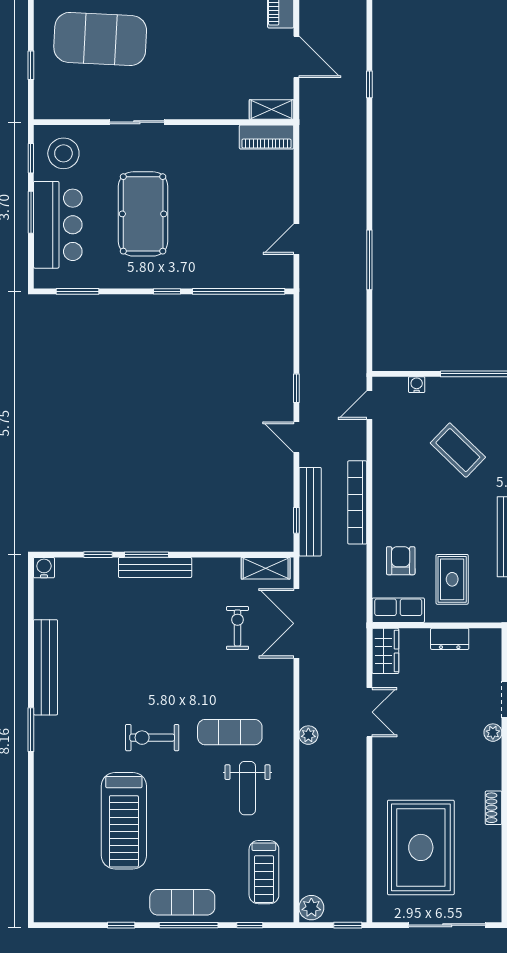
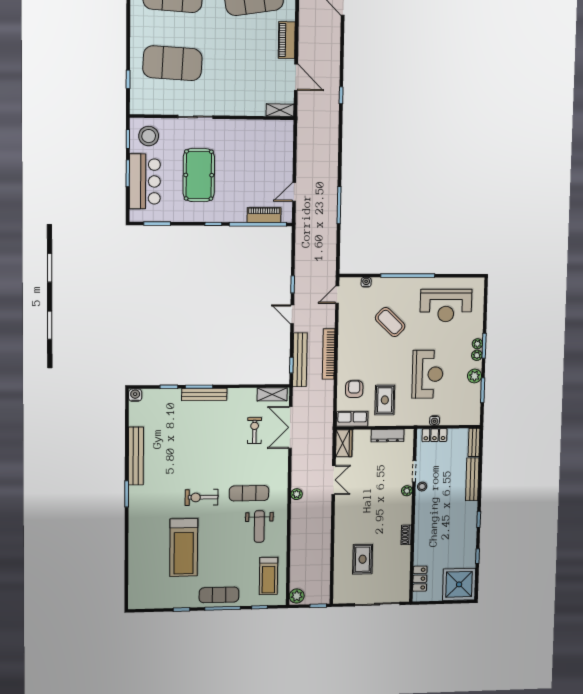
piano: (266, 137) -> (264, 215), moved, turned 180
dresser: (450, 639) -> (387, 436), width x1.44
rug: (421, 847) -> (363, 559), width x0.54, depth x0.49

